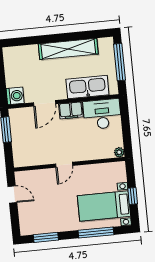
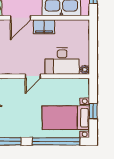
desk: (102, 114) -> (62, 61), moved, turned 180
window: (96, 233) -> (56, 141), width x1.46

